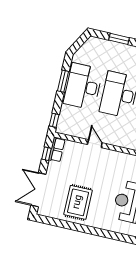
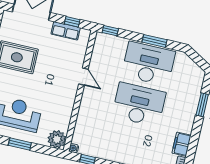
door: (95, 144) -> (83, 77), hinge flipped
row of seats: (57, 150) -> (66, 31), moved

